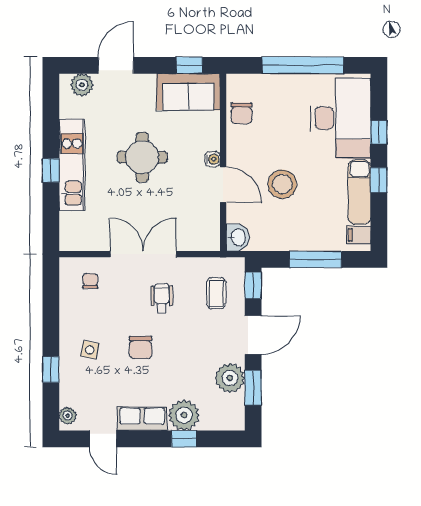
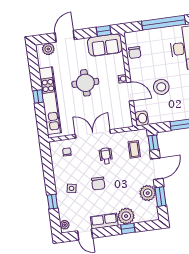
kitchen unit: (72, 165) -> (50, 101), width x1.36

